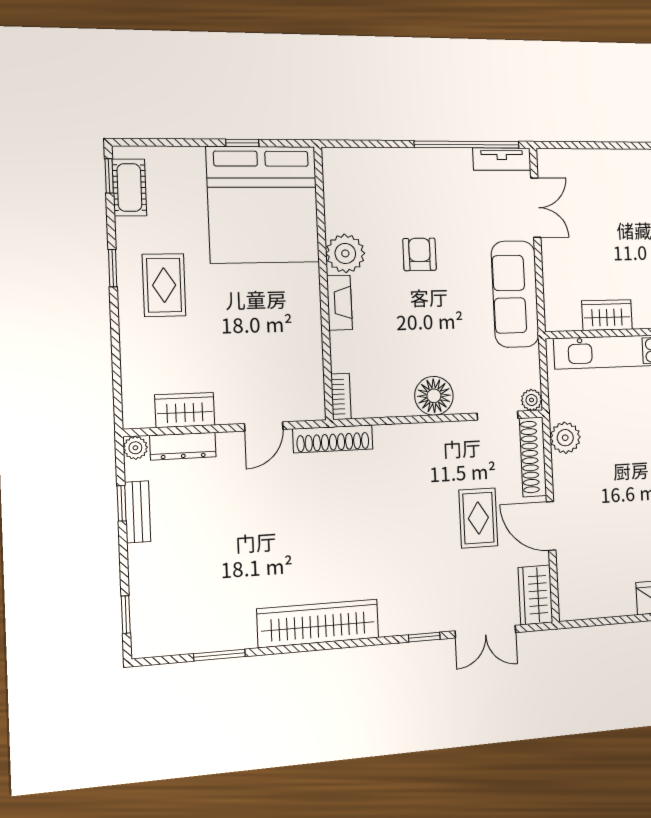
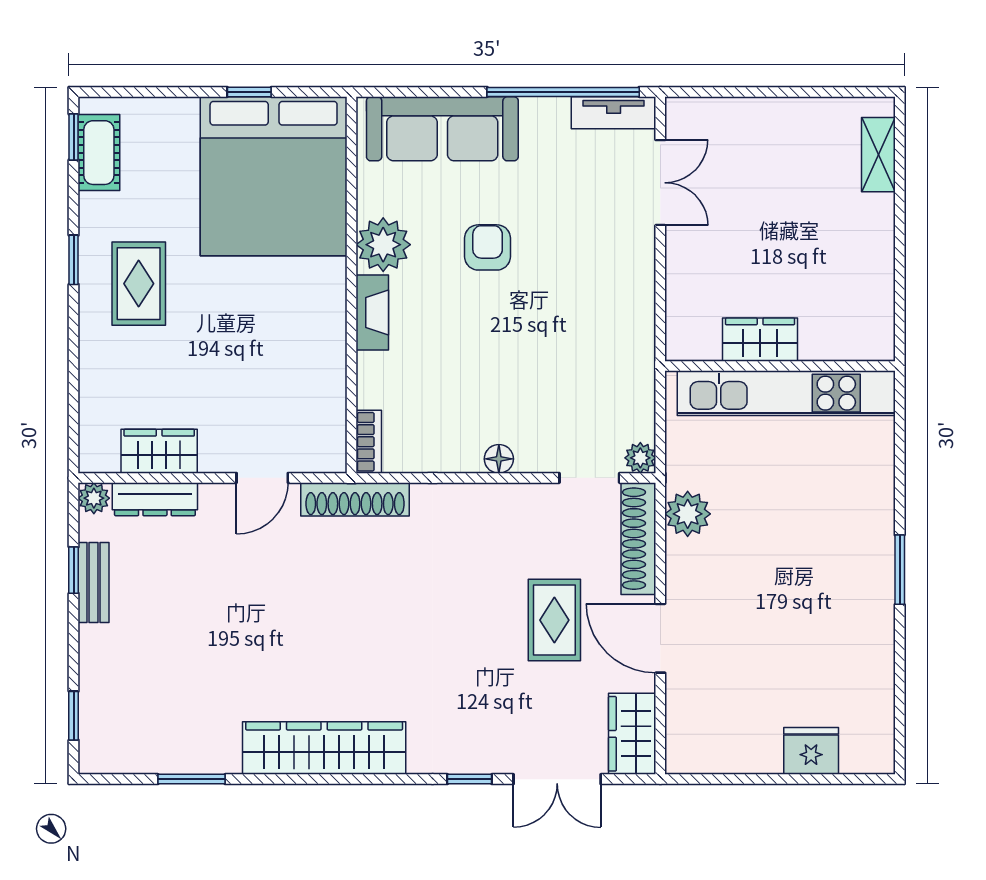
sofa: (515, 294) -> (442, 129), moved, turned -90
floor lamp: (434, 396) -> (499, 459), width x0.53, depth x0.53

